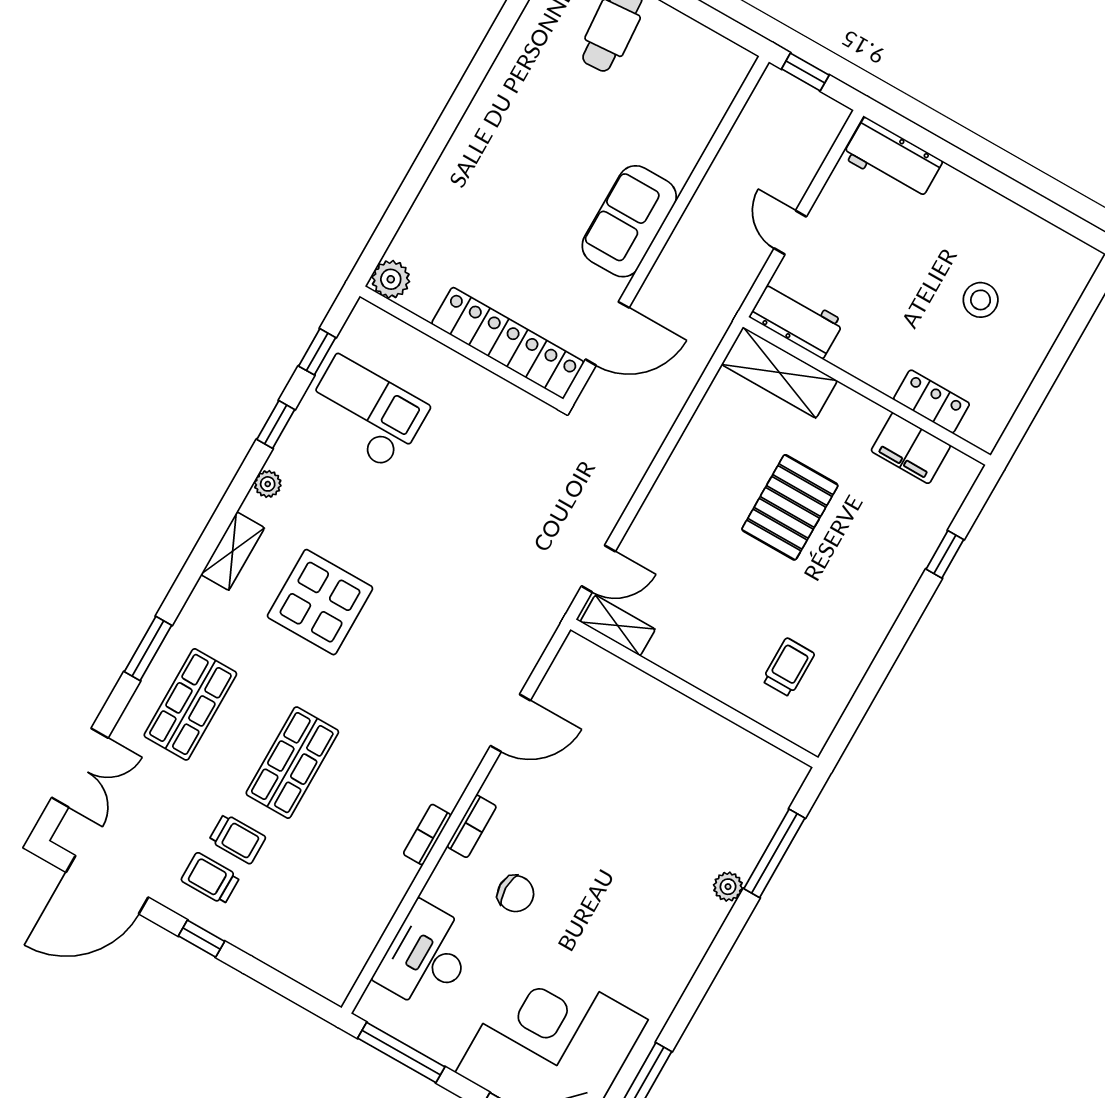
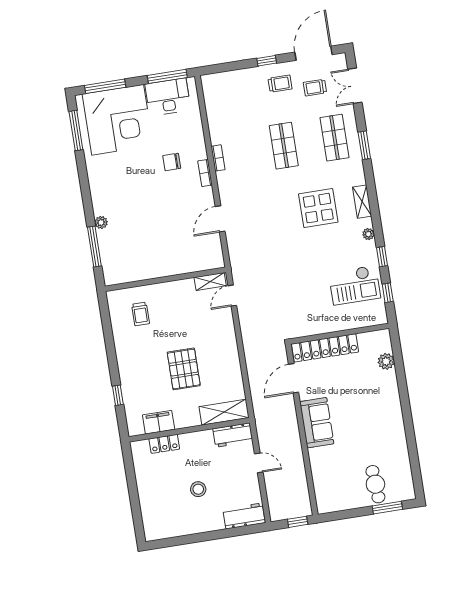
plant: (391, 279) -> (386, 361), moved
stool: (981, 300) -> (198, 489), moved
trolley: (237, 839) -> (315, 88), moved
desk: (427, 957) -> (168, 97), moved, turned -90

